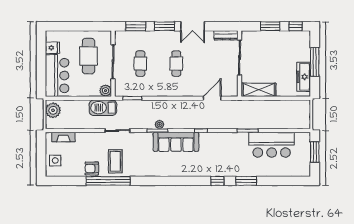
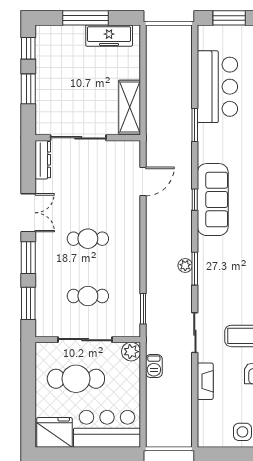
fridge: (52, 48) -> (54, 432), width x1.88, depth x1.34
door: (212, 98) -> (143, 181), swing flipped
barbecue: (103, 108) -> (154, 366), width x0.53, depth x0.65
plant: (53, 110) -> (162, 435), removed
fireplace: (63, 137) -> (205, 381), moved
sofa: (176, 142) -> (213, 200), moved

